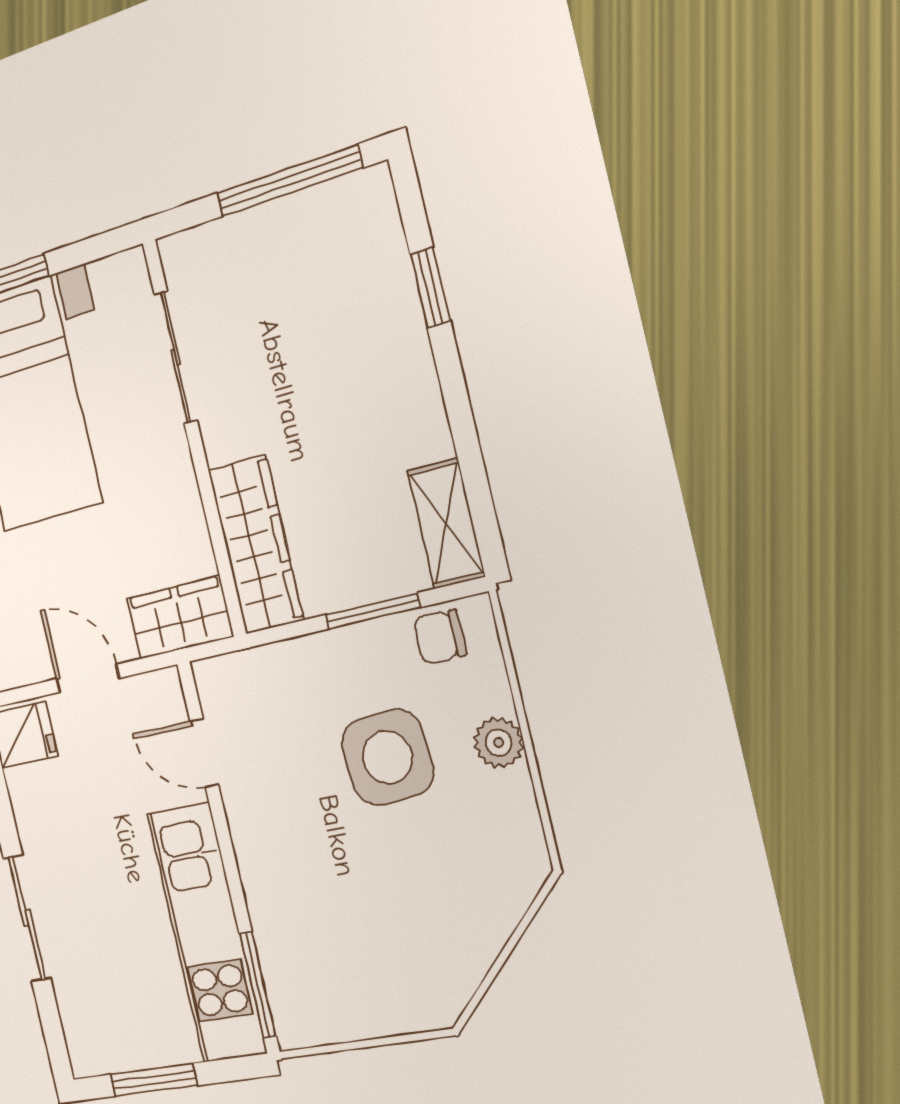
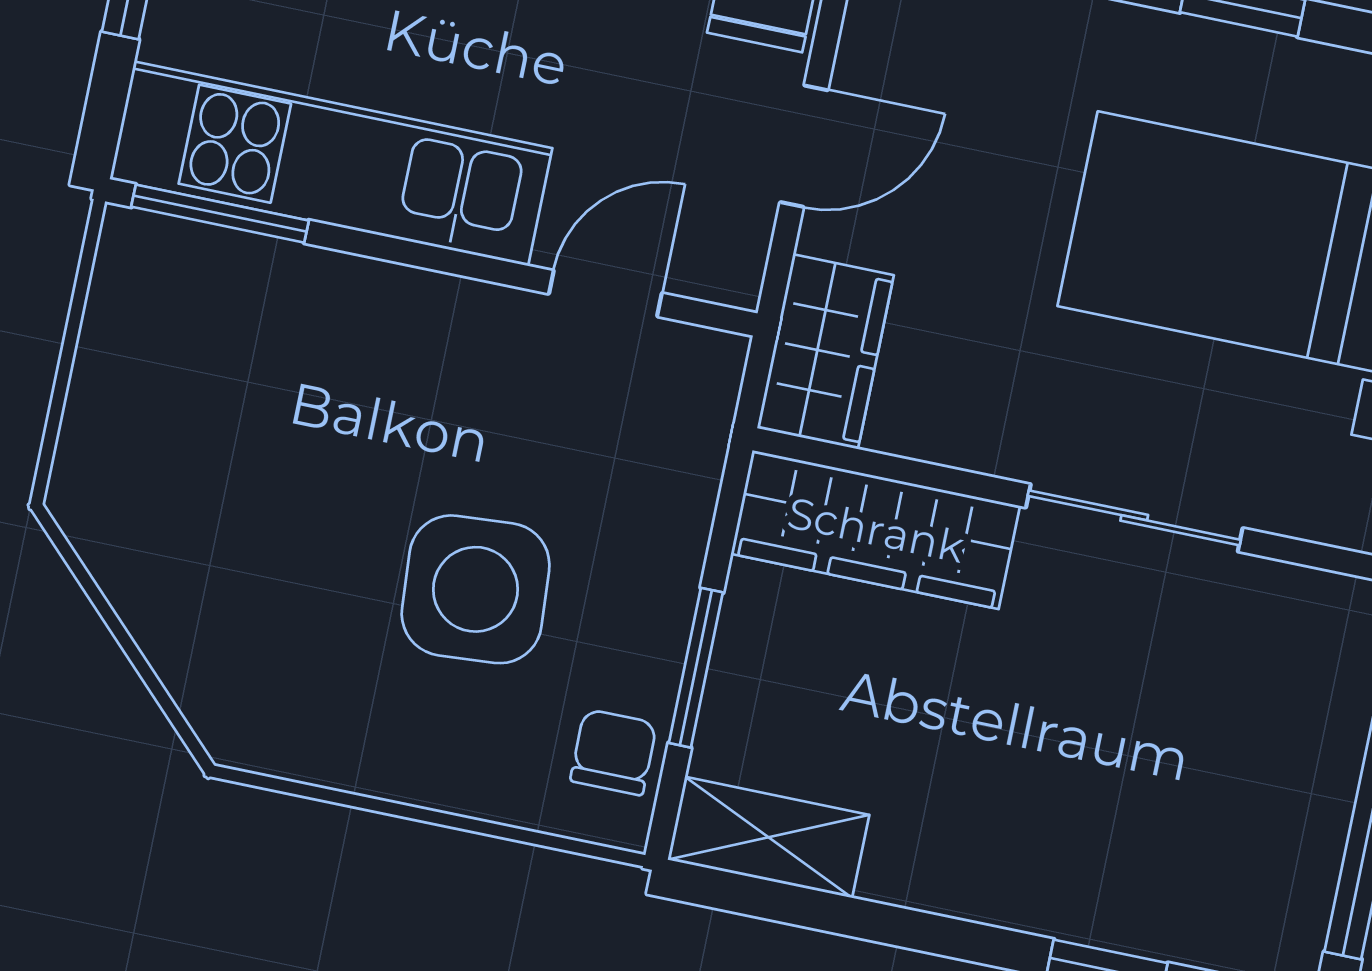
sliding door: (176, 357) -> (1134, 518), moved
plant: (499, 743) -> (427, 769), removed

